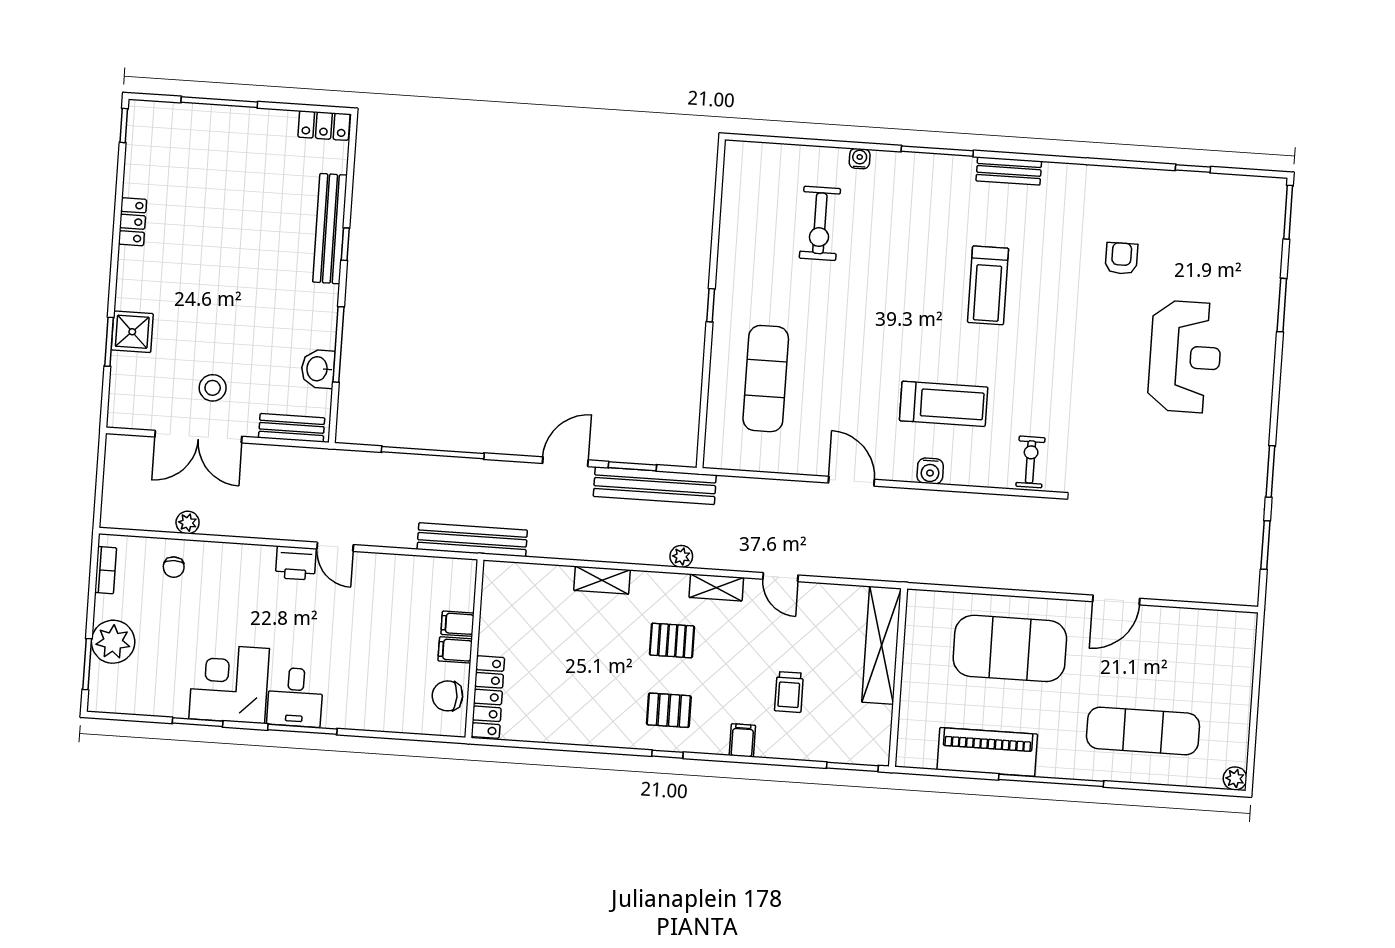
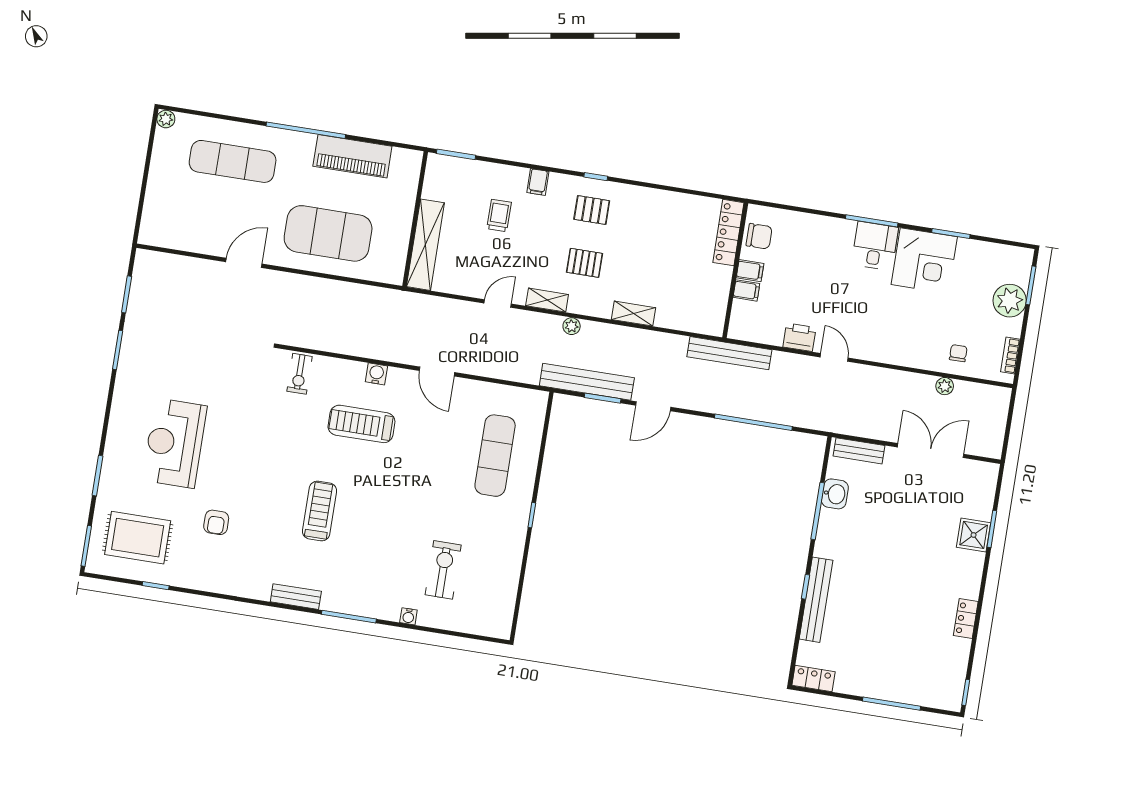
rug: (1222, 229) -> (138, 538), added
stool: (213, 388) -> (916, 487), removed
printer: (296, 563) -> (799, 337), moved
door: (780, 577) -> (498, 304), hinge flipped

